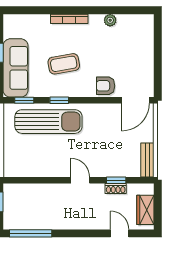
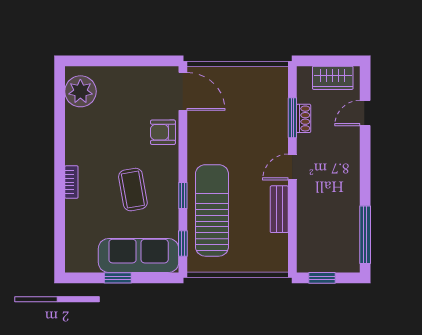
bookcase: (69, 19) -> (71, 182), width x0.64
plant: (110, 20) -> (80, 91), moved, width x1.88, depth x1.88
armchair: (106, 86) -> (163, 132), turned 90
bench: (147, 160) -> (279, 209), moved, turned 90
window: (116, 180) -> (292, 118), width x1.50

